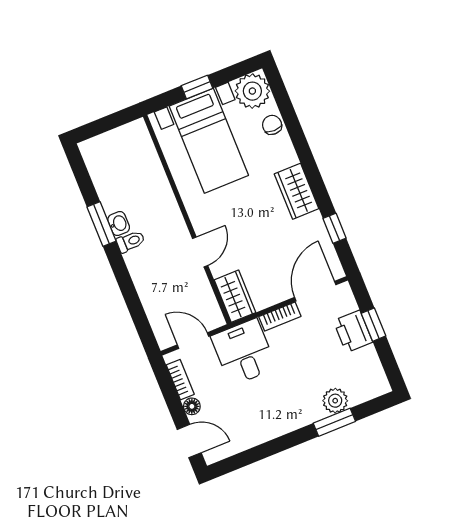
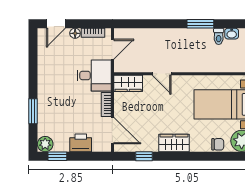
washbasin: (119, 224) -> (232, 34), moved
toilet: (131, 241) -> (219, 36), moved
window: (373, 325) -> (57, 156), moved
plant: (335, 401) -> (45, 144), moved

